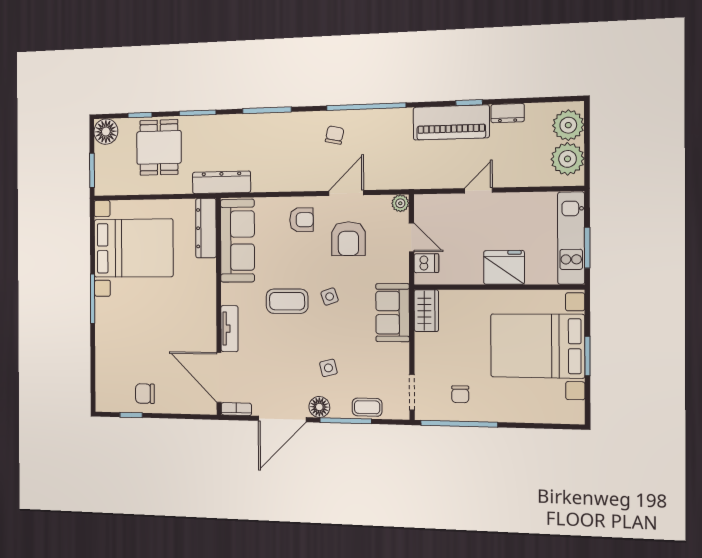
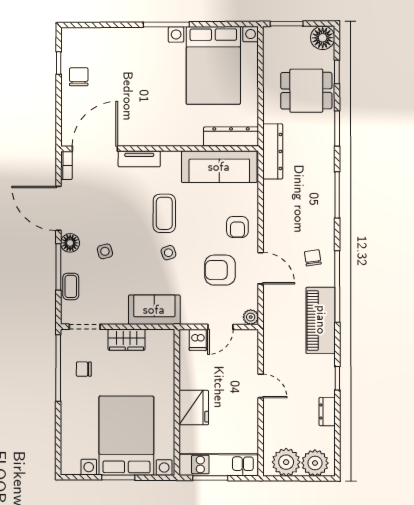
piano: (451, 122) -> (321, 320), moved
chair: (335, 135) -> (313, 258), turned -110
wardrobe: (426, 311) -> (127, 340), moved

